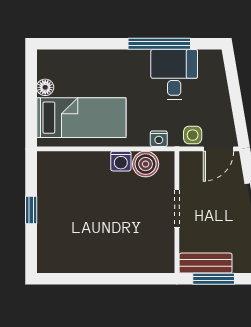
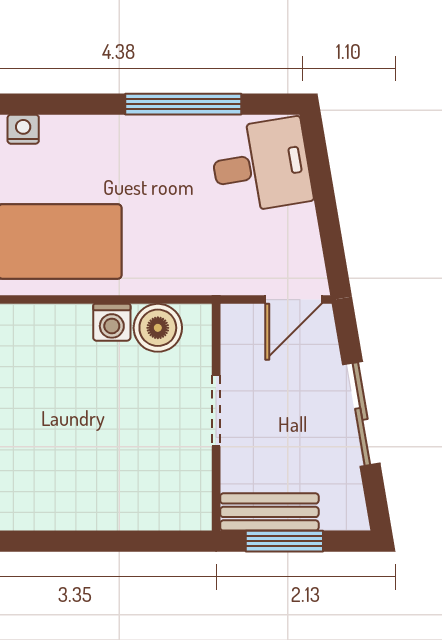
desk: (174, 74) -> (261, 166), moved, turned 80
side table: (193, 135) -> (245, 274), removed
nightstand: (159, 139) -> (23, 129), moved, turned 180

